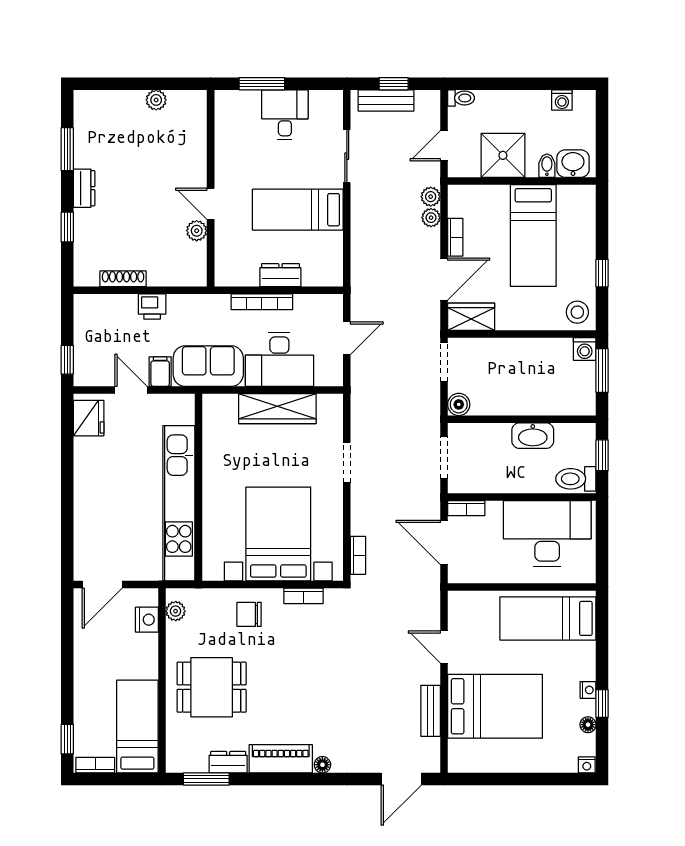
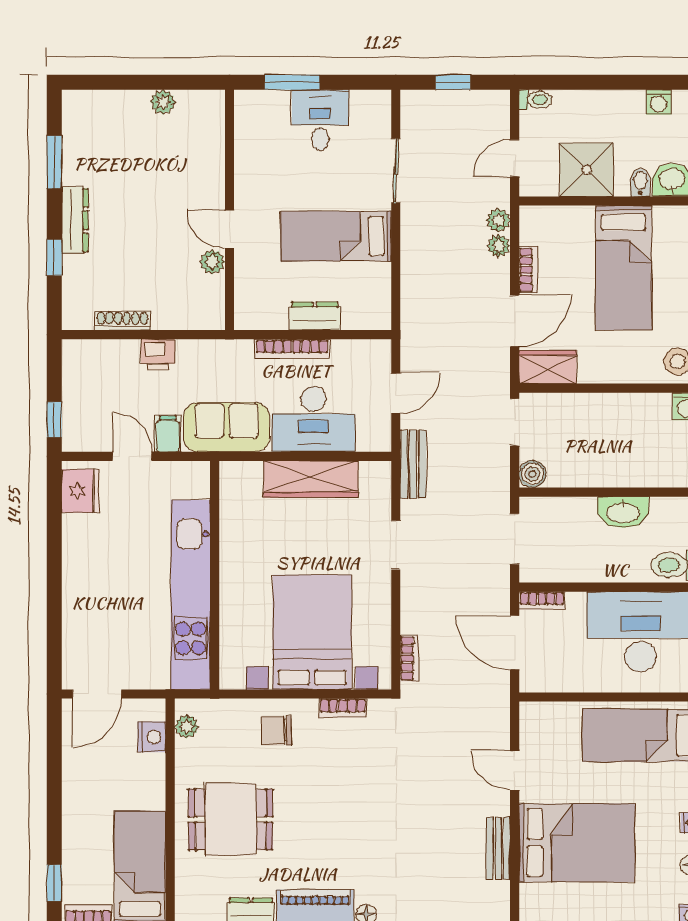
bench: (386, 100) -> (413, 464), moved, turned 90
dresser: (84, 188) -> (75, 220), width x1.44

